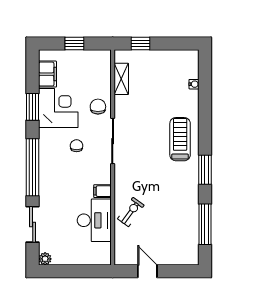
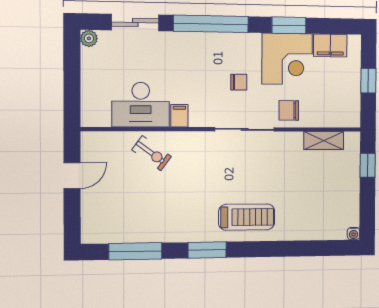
water cooler: (194, 84) -> (353, 234), moved
chair: (98, 107) -> (289, 110), turned 180

